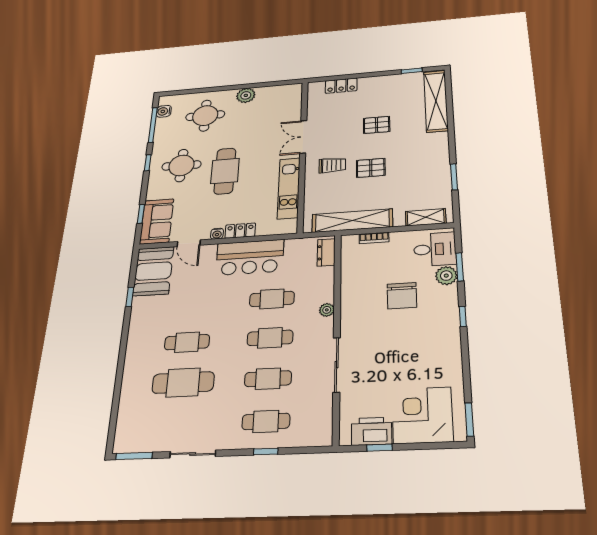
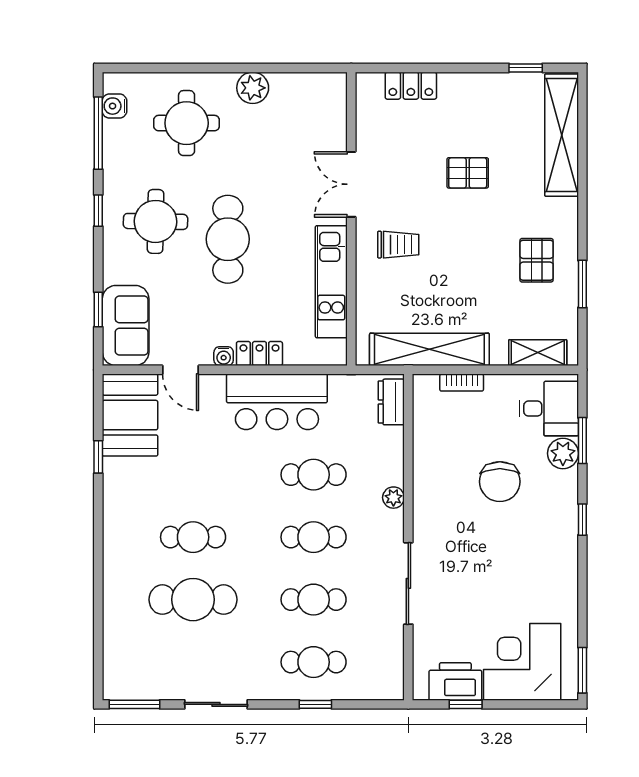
pallet: (371, 168) -> (537, 260), moved, turned 90

